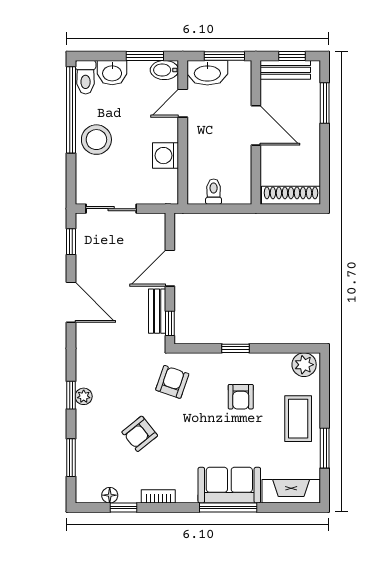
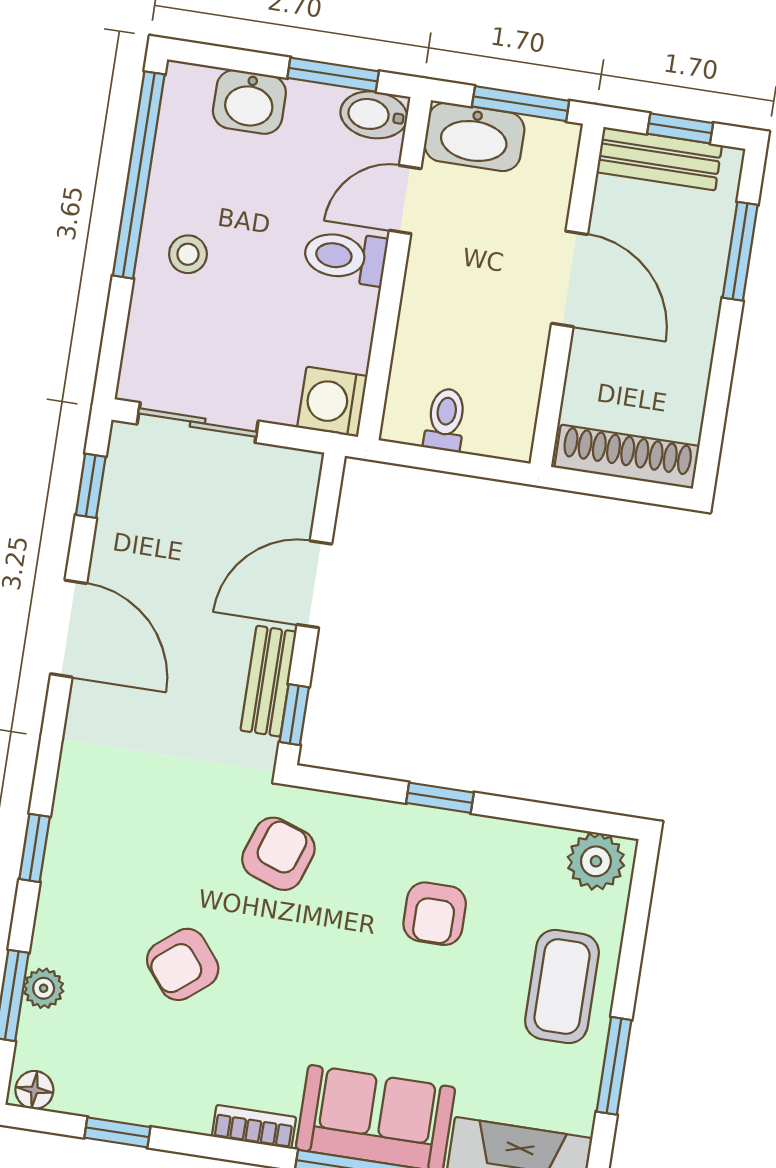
toilet: (86, 77) -> (345, 257), moved, turned 90
stool: (96, 140) -> (188, 254), width x0.53, depth x0.53
washing machine: (166, 156) -> (332, 402), moved
plant: (84, 396) -> (44, 988), moved
floor lamp: (110, 495) -> (34, 1090), moved
bookcase: (158, 496) -> (254, 1127), moved

